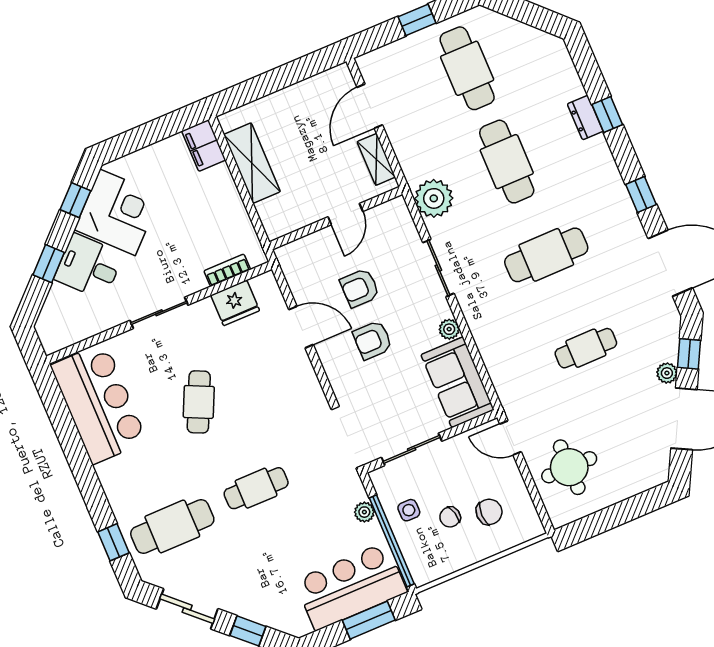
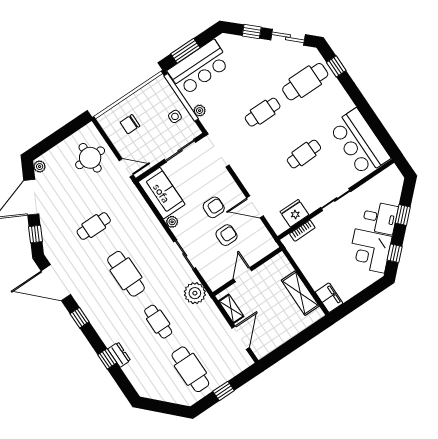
cafe table: (507, 162) -> (158, 322), width x0.73, depth x0.74
cafe table: (546, 255) -> (126, 274), turned 90
plant: (667, 373) -> (40, 167), moved
cafe table: (199, 402) -> (304, 154), turned 63
chair: (450, 517) -> (151, 117), removed

